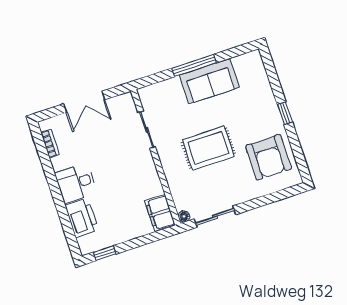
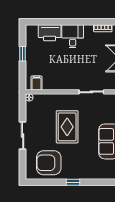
filing cabinet: (160, 213) -> (36, 83), width x0.50
sliding door: (215, 217) -> (23, 135), moved
window: (105, 253) -> (23, 54), moved

